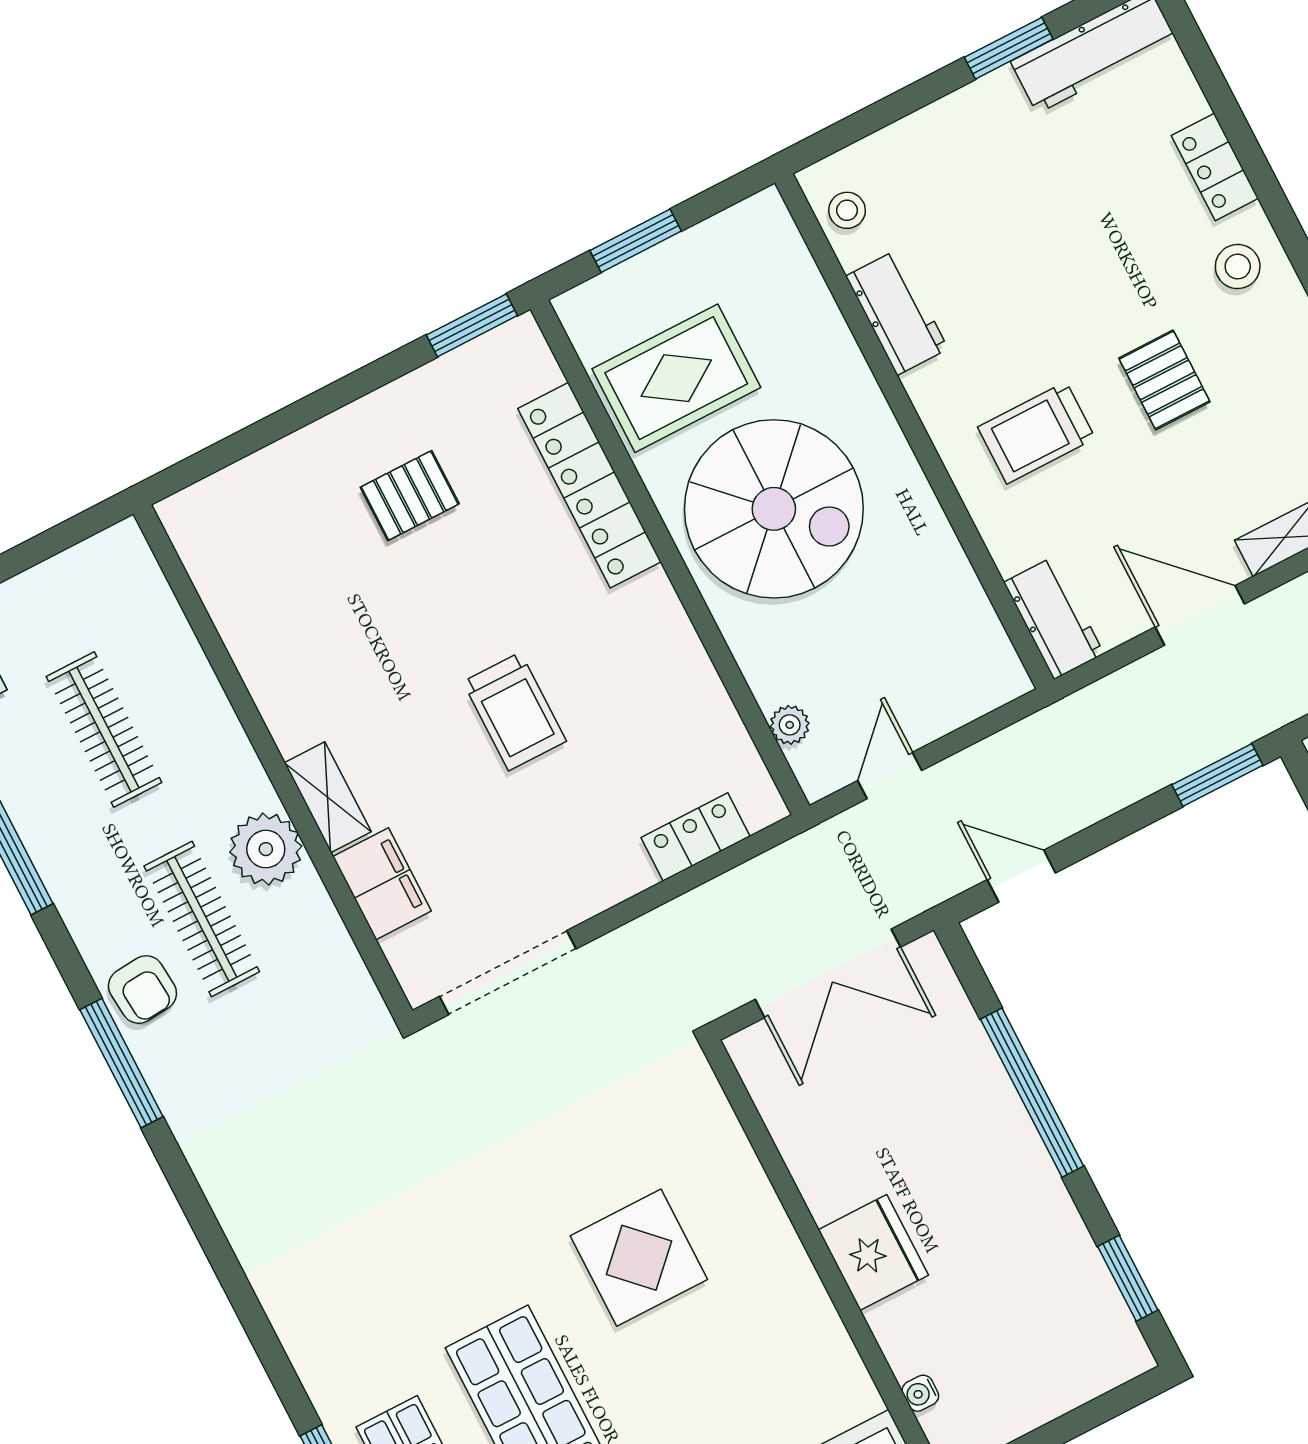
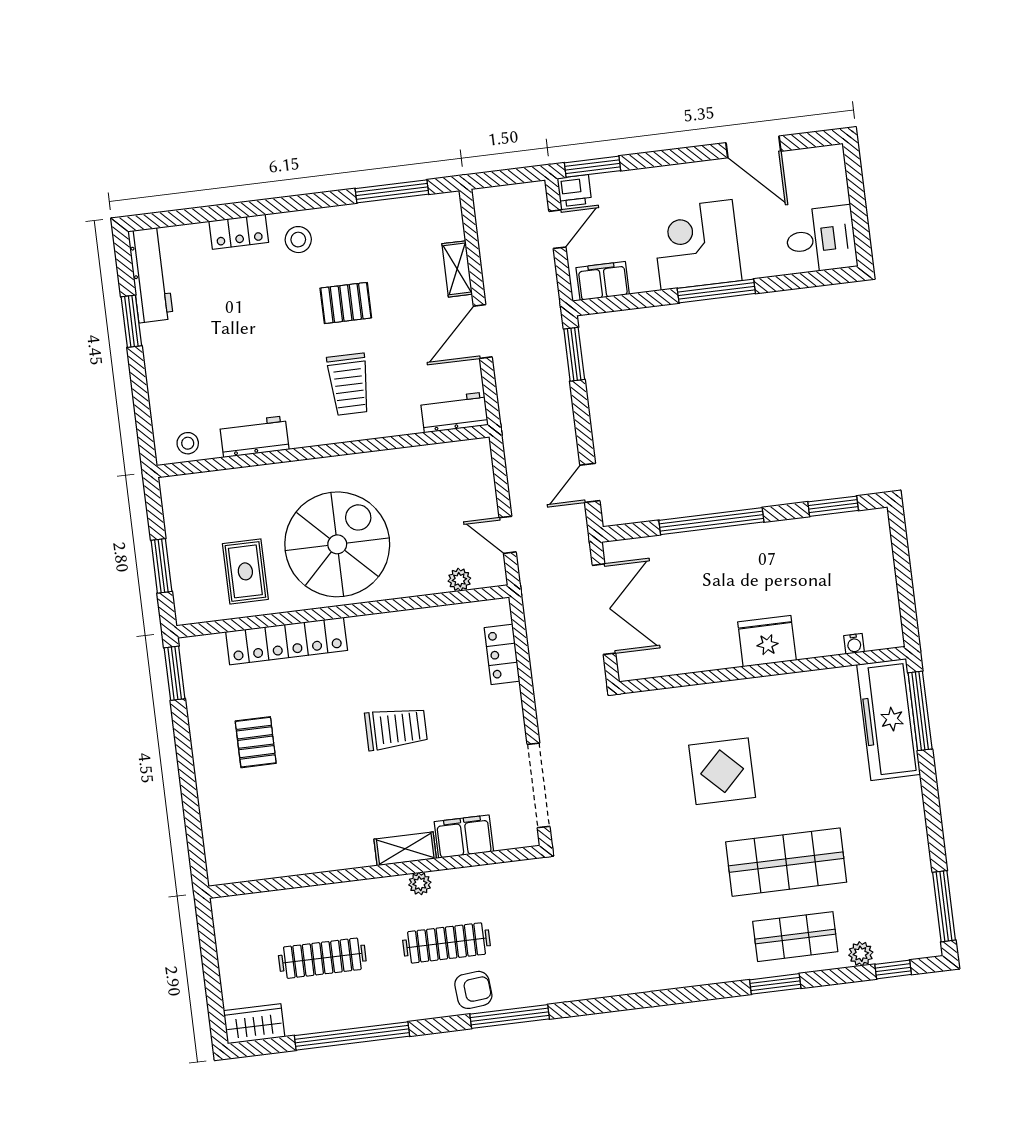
rug: (676, 378) -> (245, 571), width x0.73, depth x0.70
plant: (266, 849) -> (420, 884), width x0.53, depth x0.53

